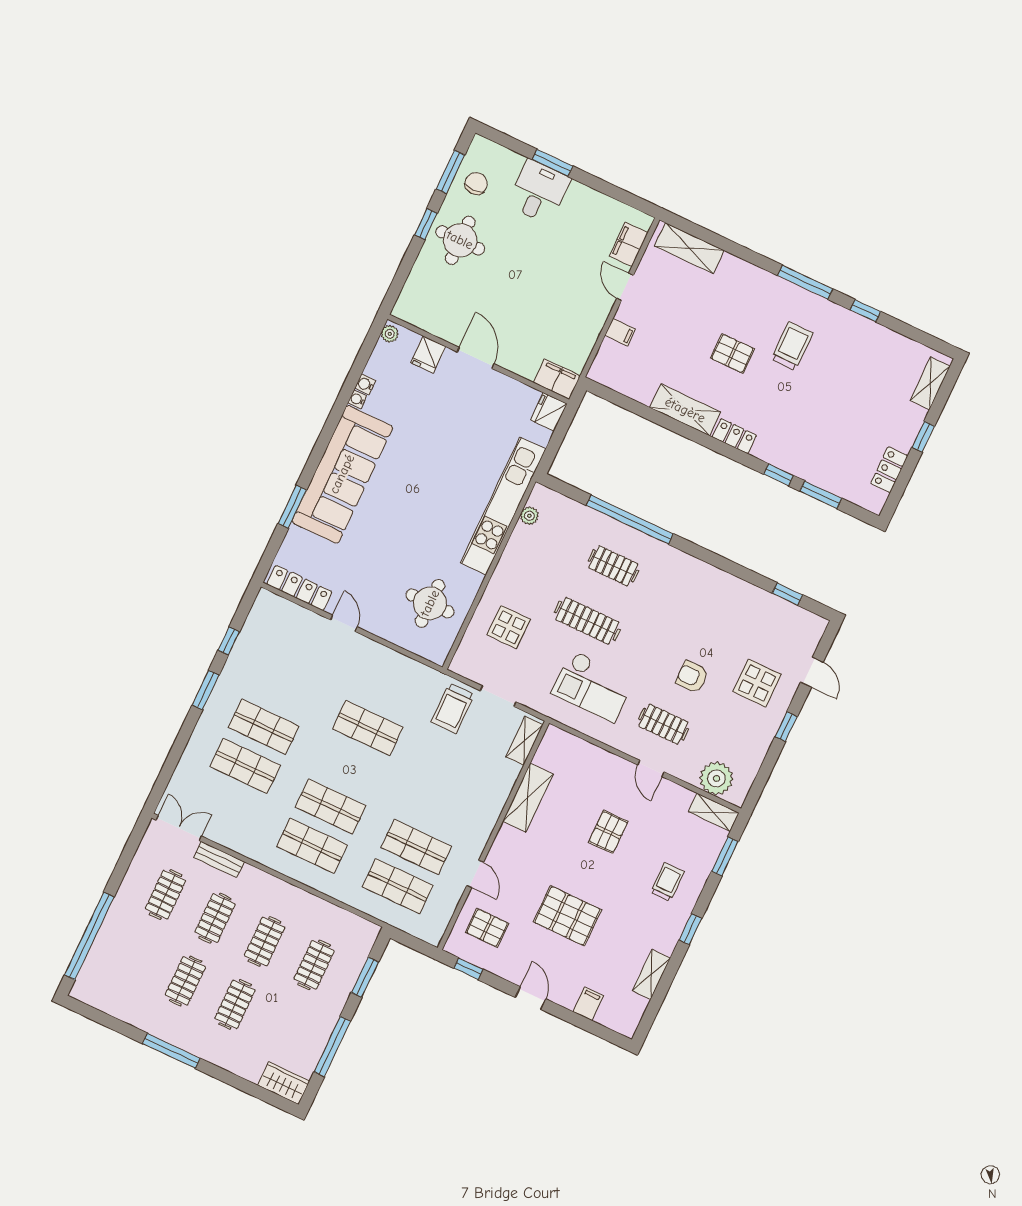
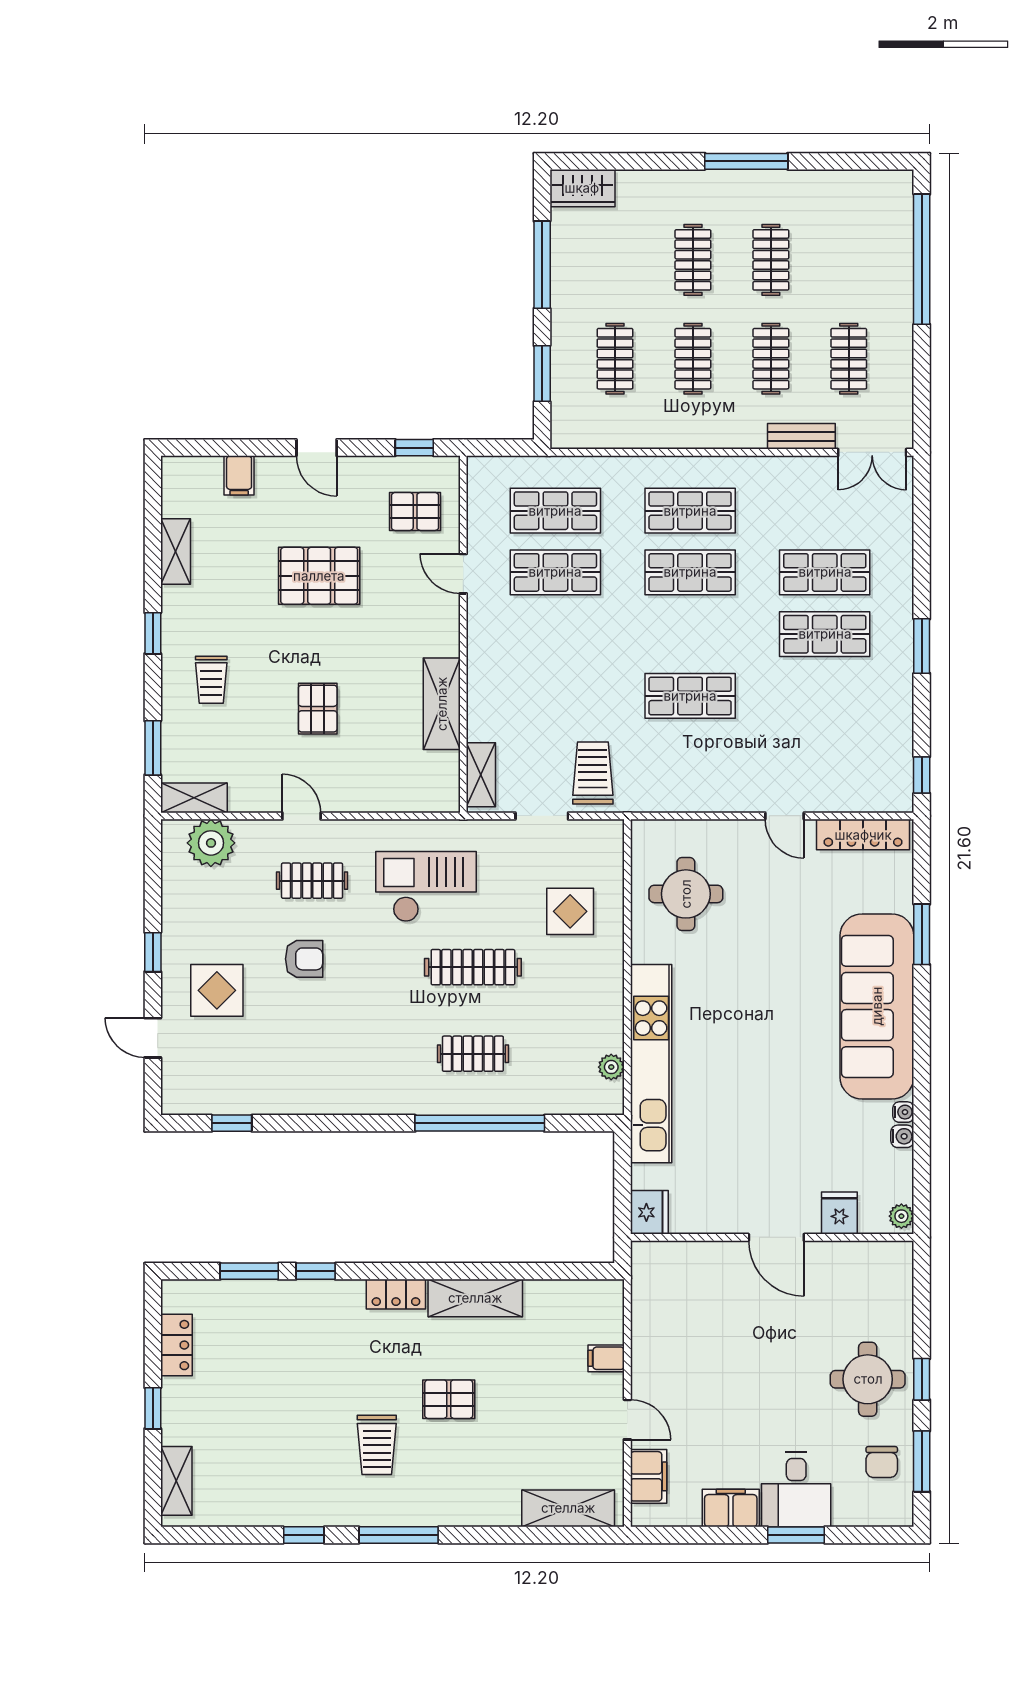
filing cabinet: (557, 379) -> (731, 1508), moved, turned 180
window: (229, 641) -> (922, 775), moved

